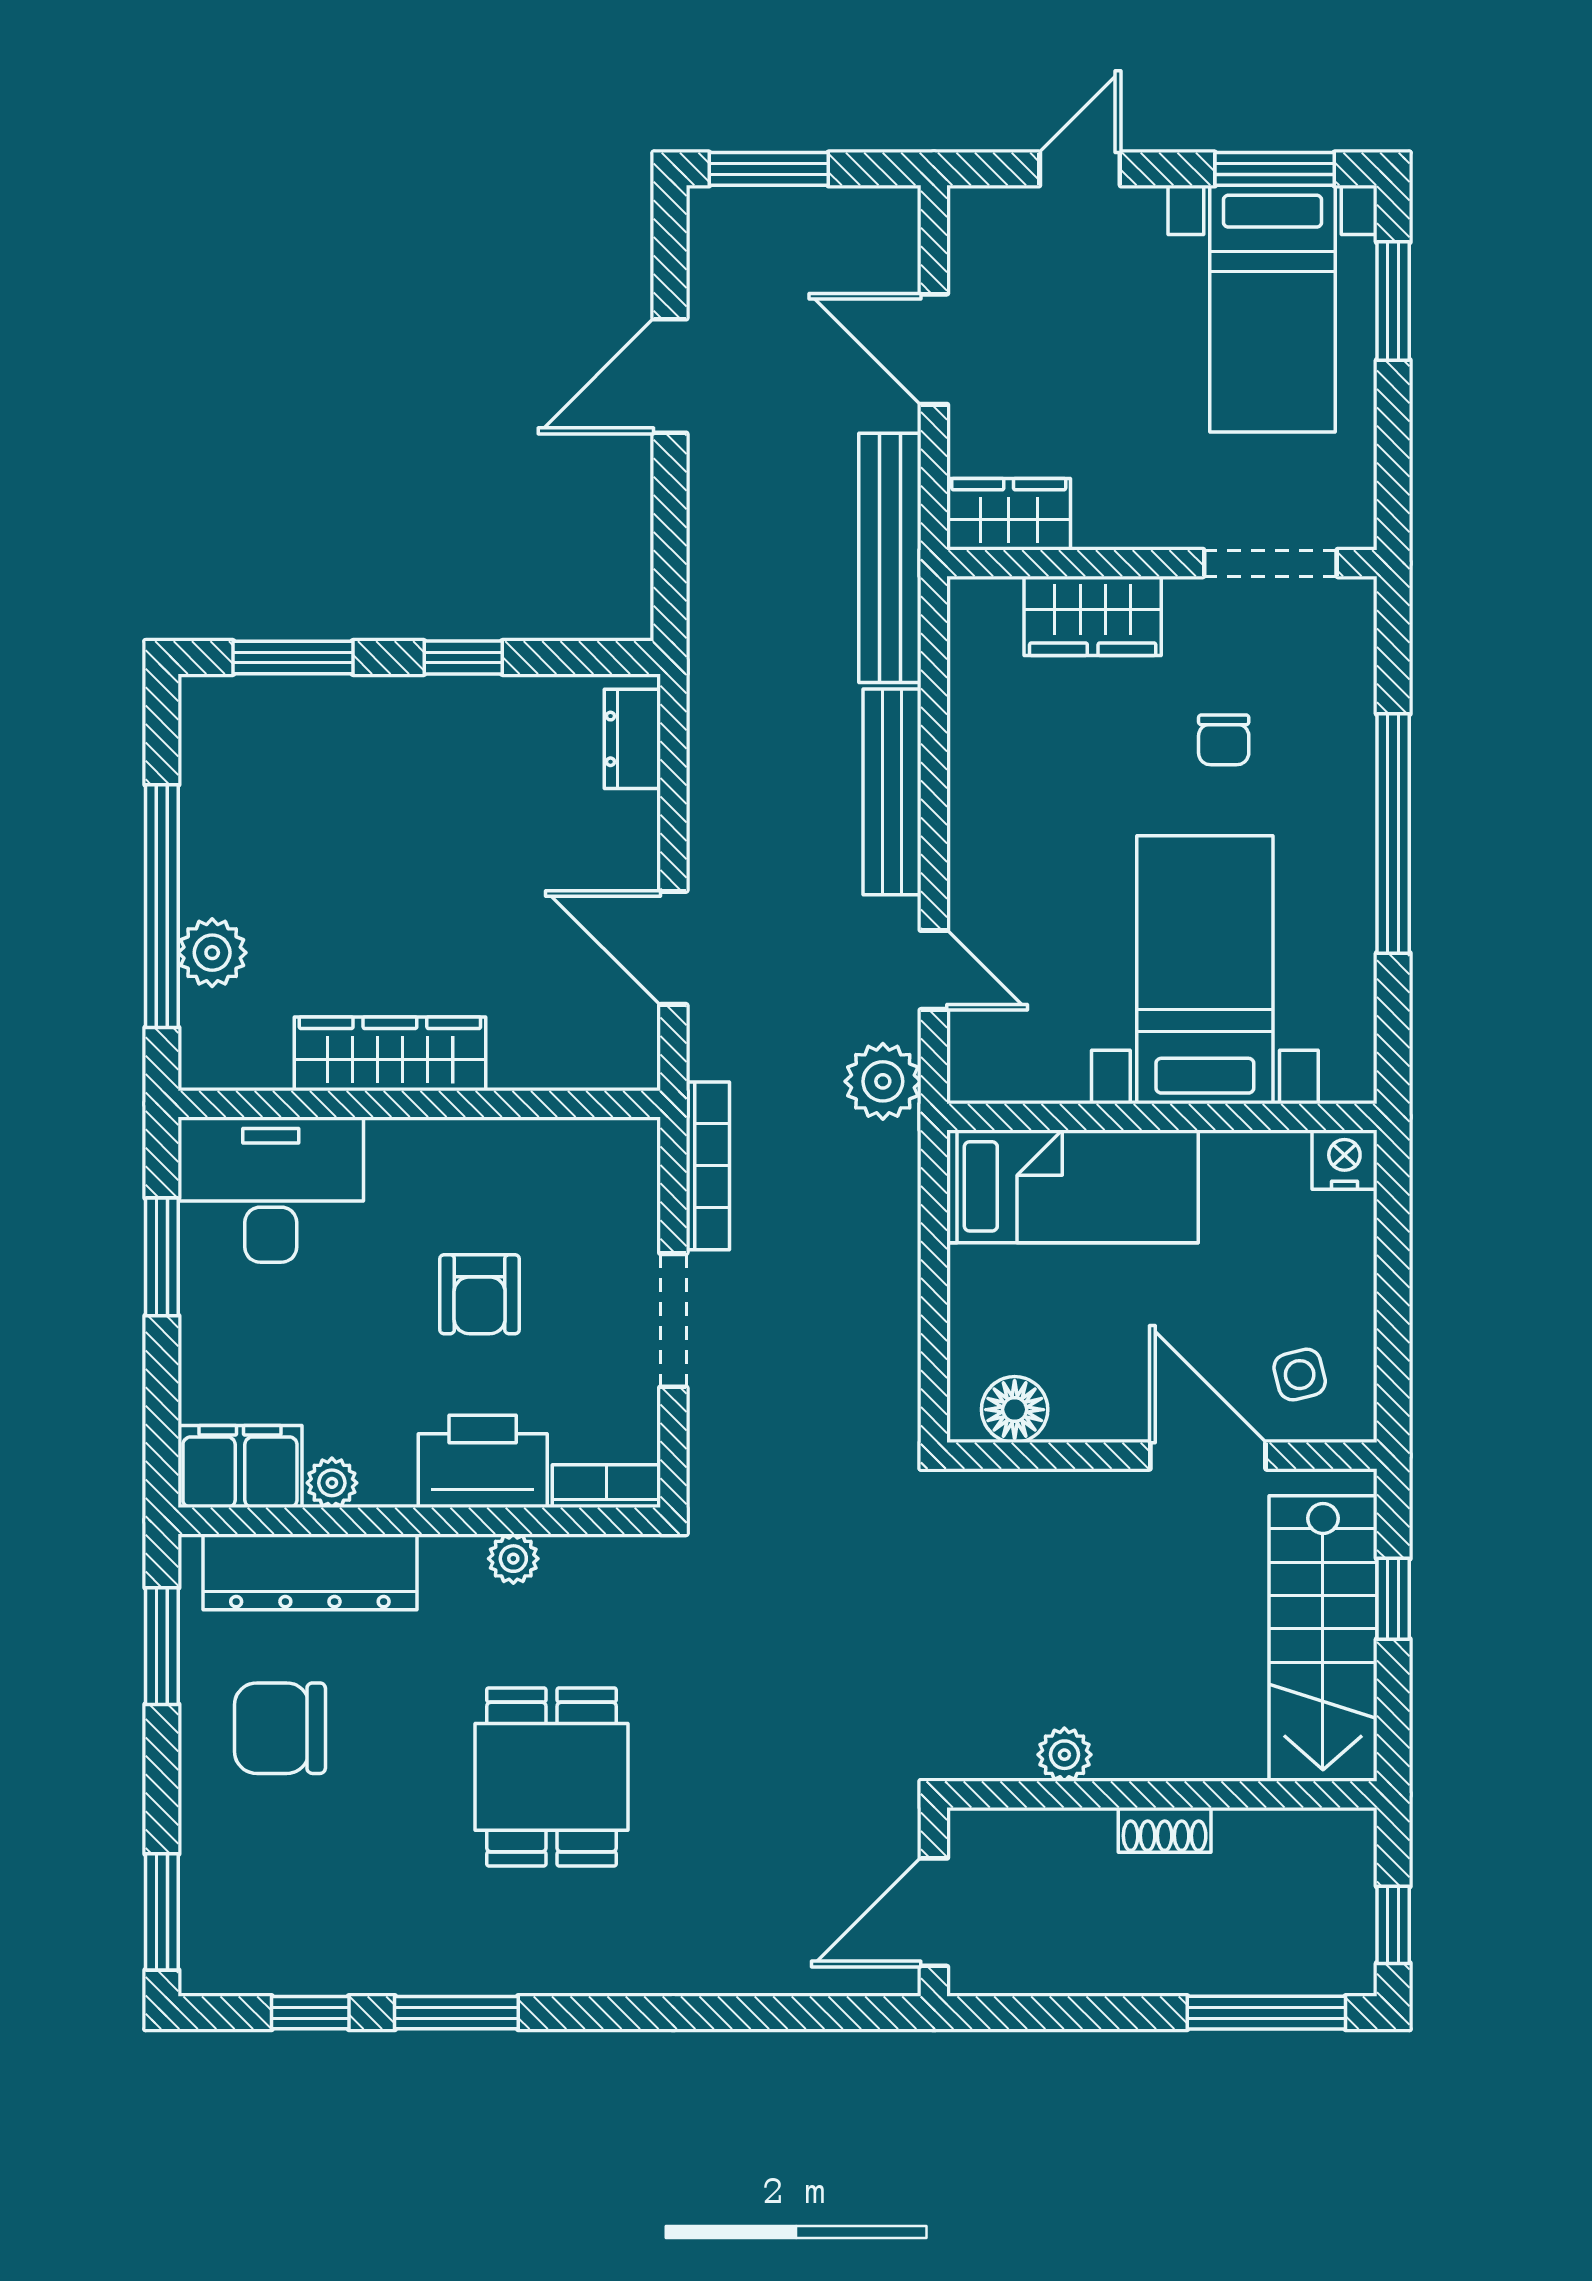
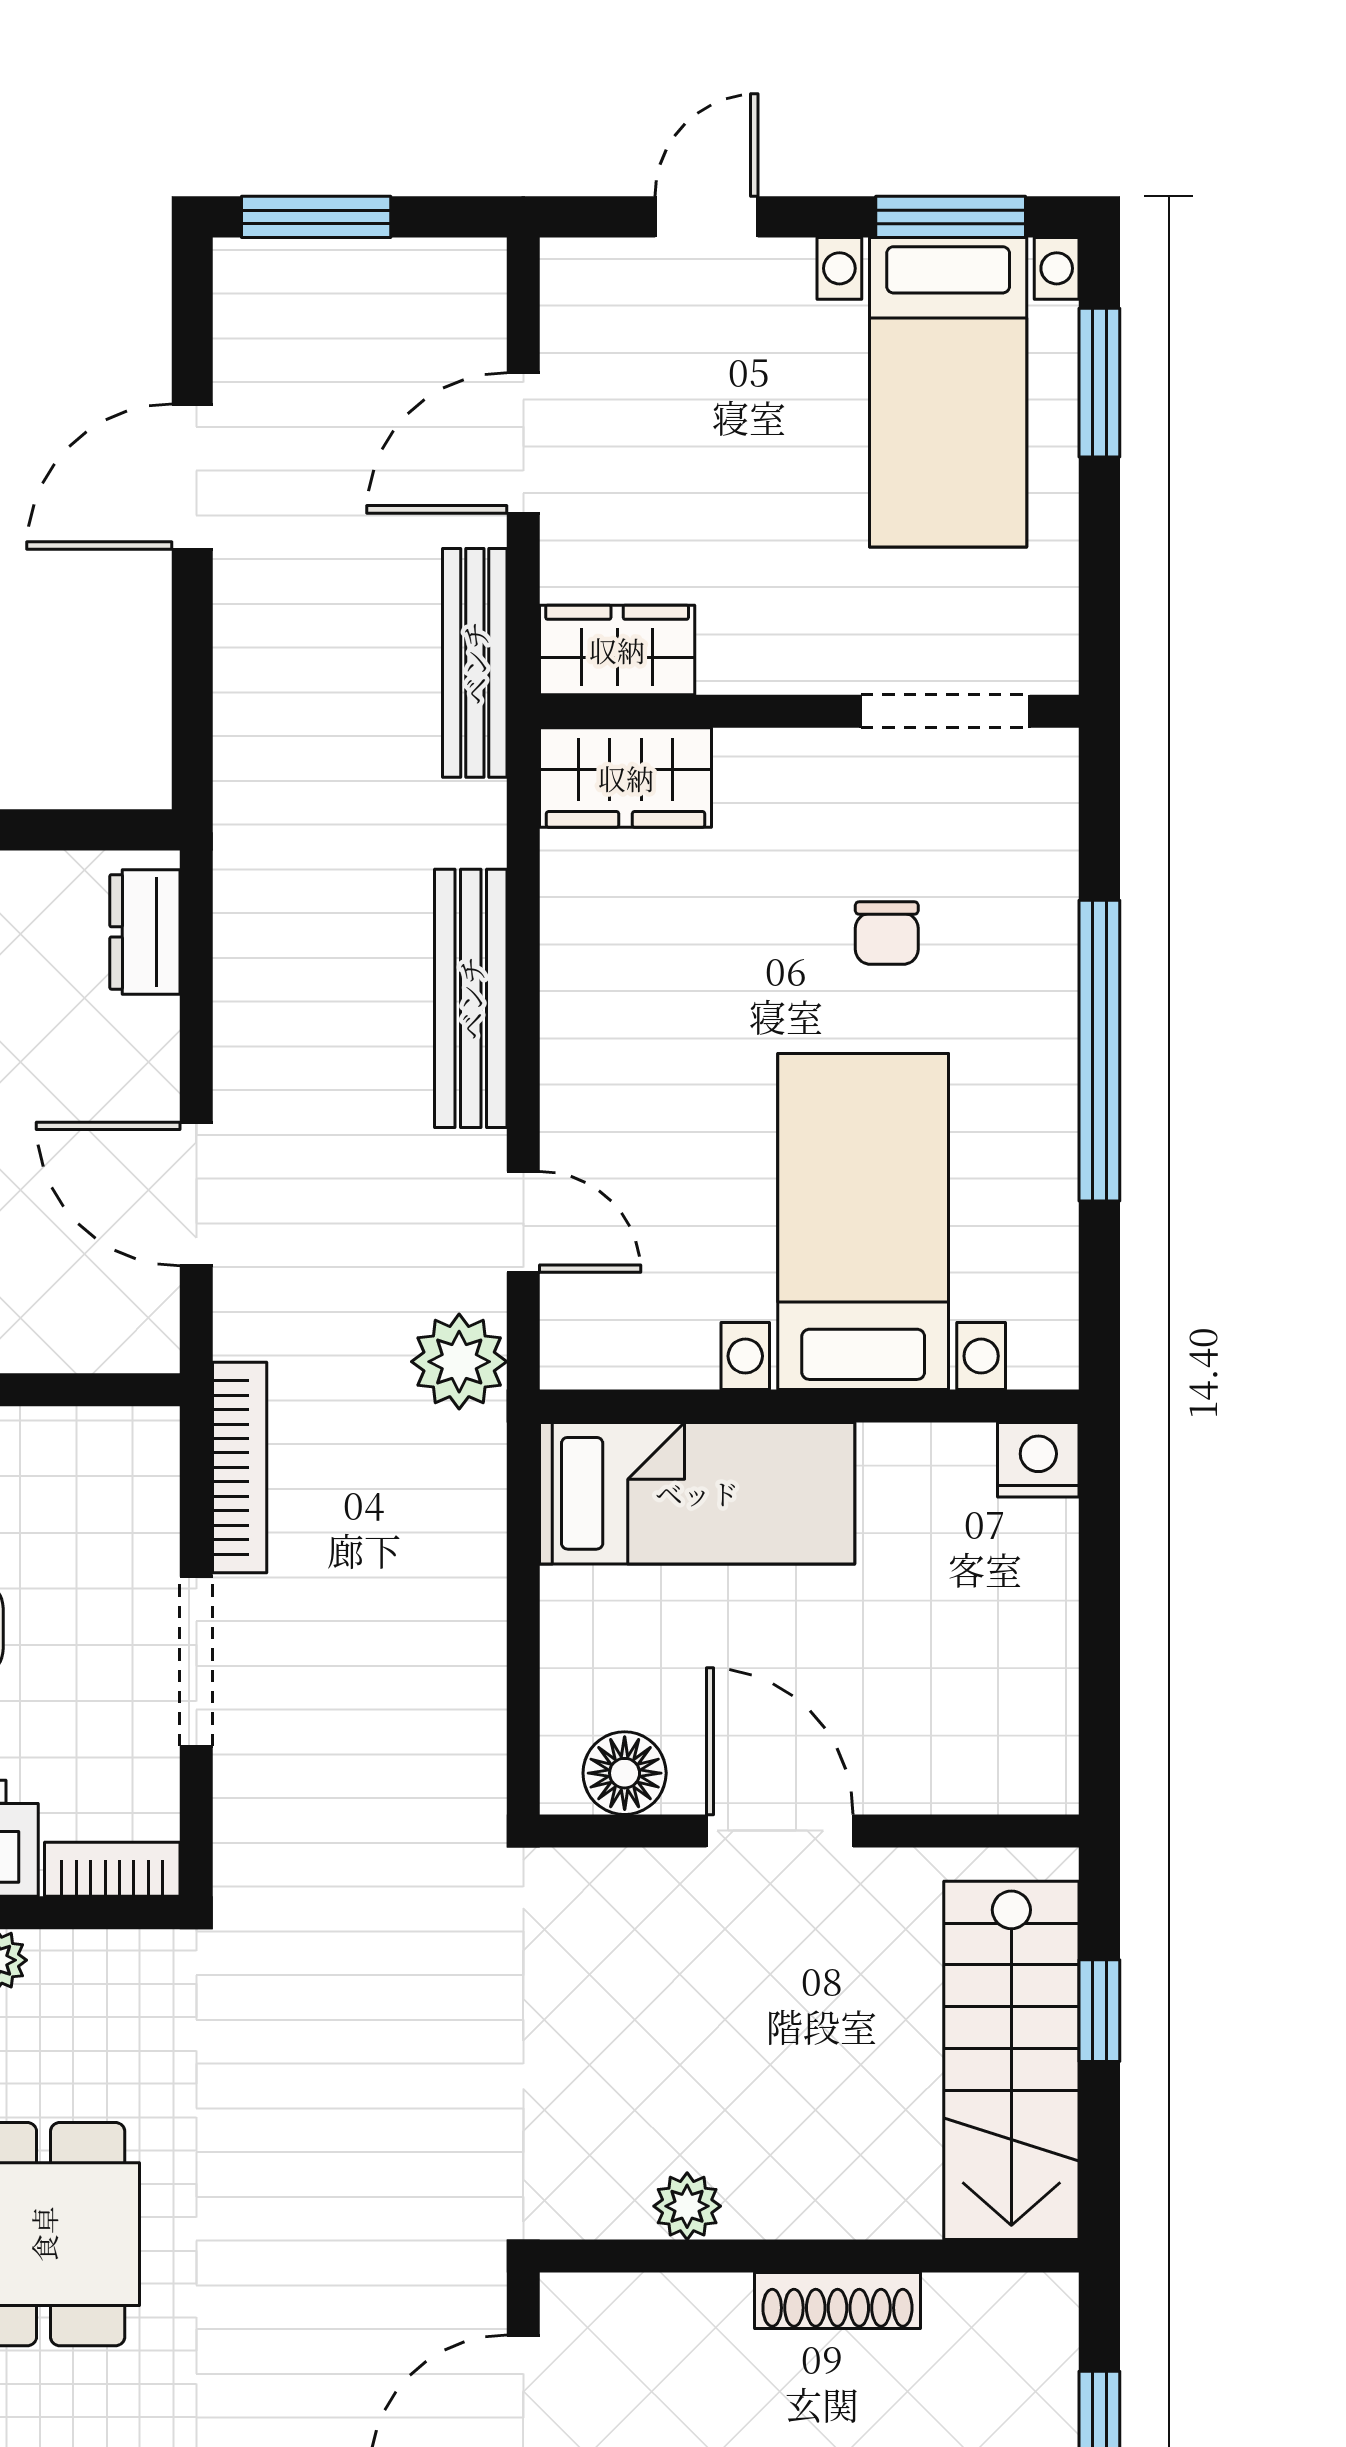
door: (934, 349) -> (523, 443), hinge flipped
bench: (890, 558) -> (475, 663), width x0.73, depth x0.82
wardrobe: (1093, 616) -> (626, 778), moved
side table: (1300, 1375) -> (982, 1729), removed
door: (1208, 1456) -> (780, 1831), moved
shoe rack: (1165, 1830) -> (837, 2300), width x1.43

